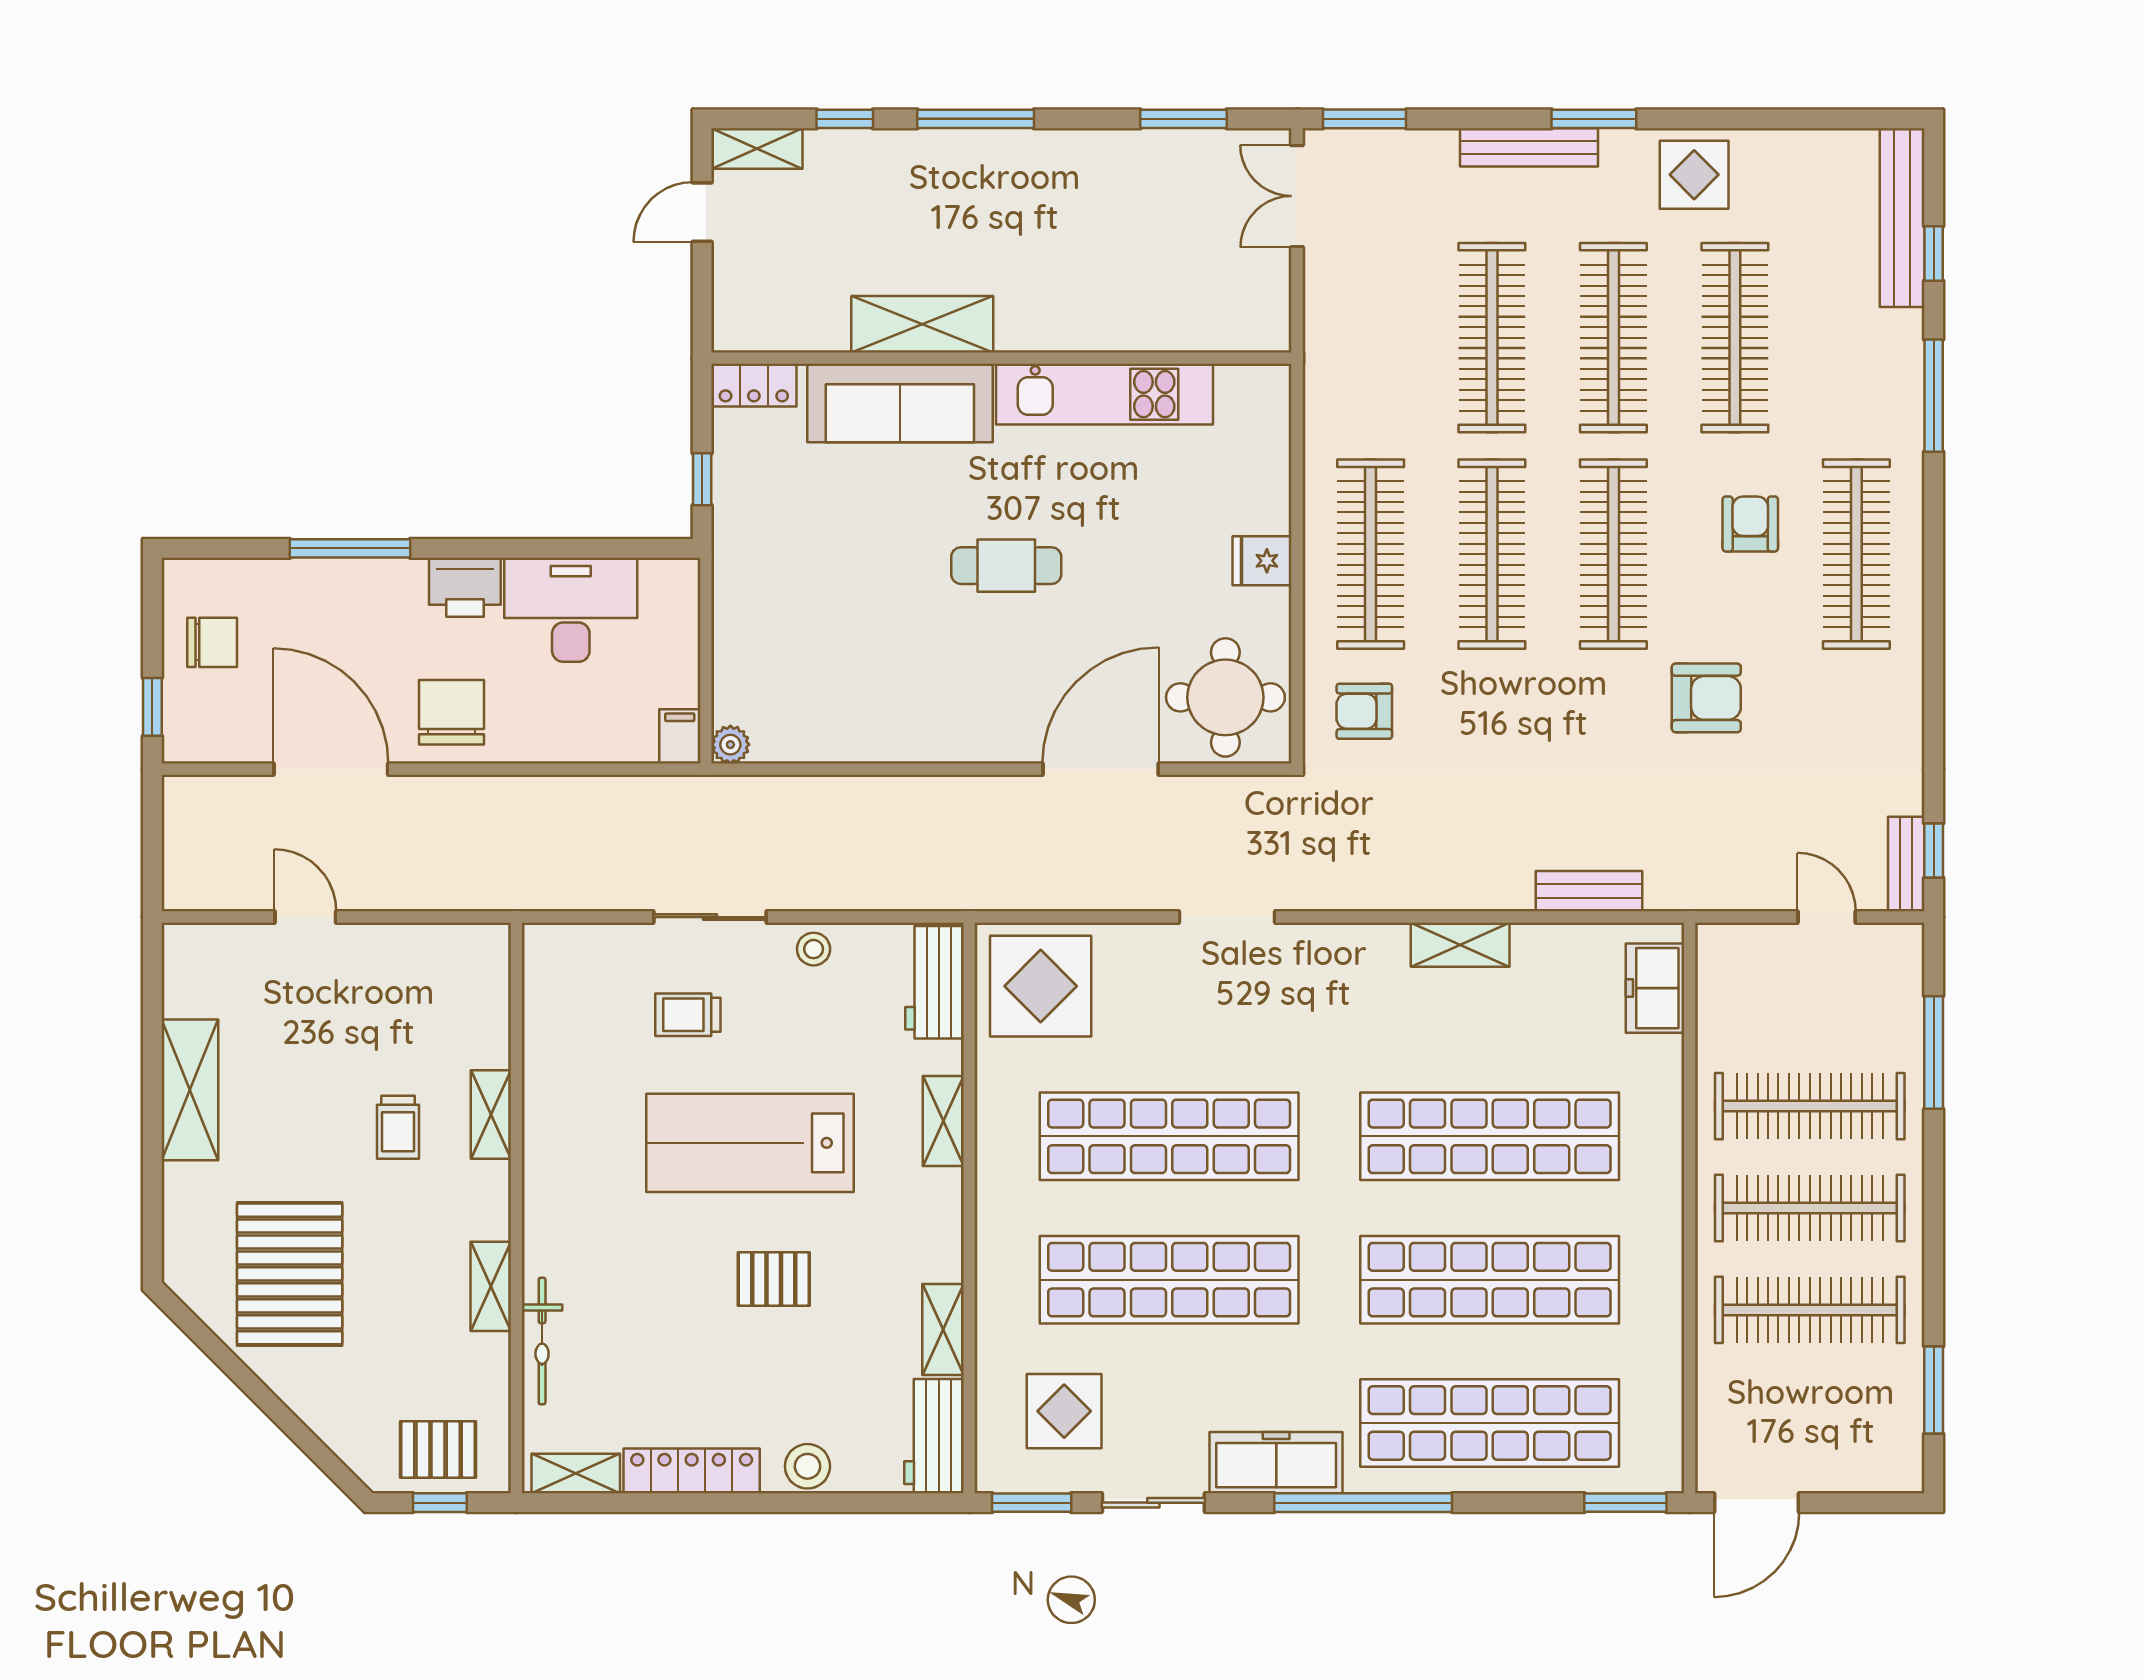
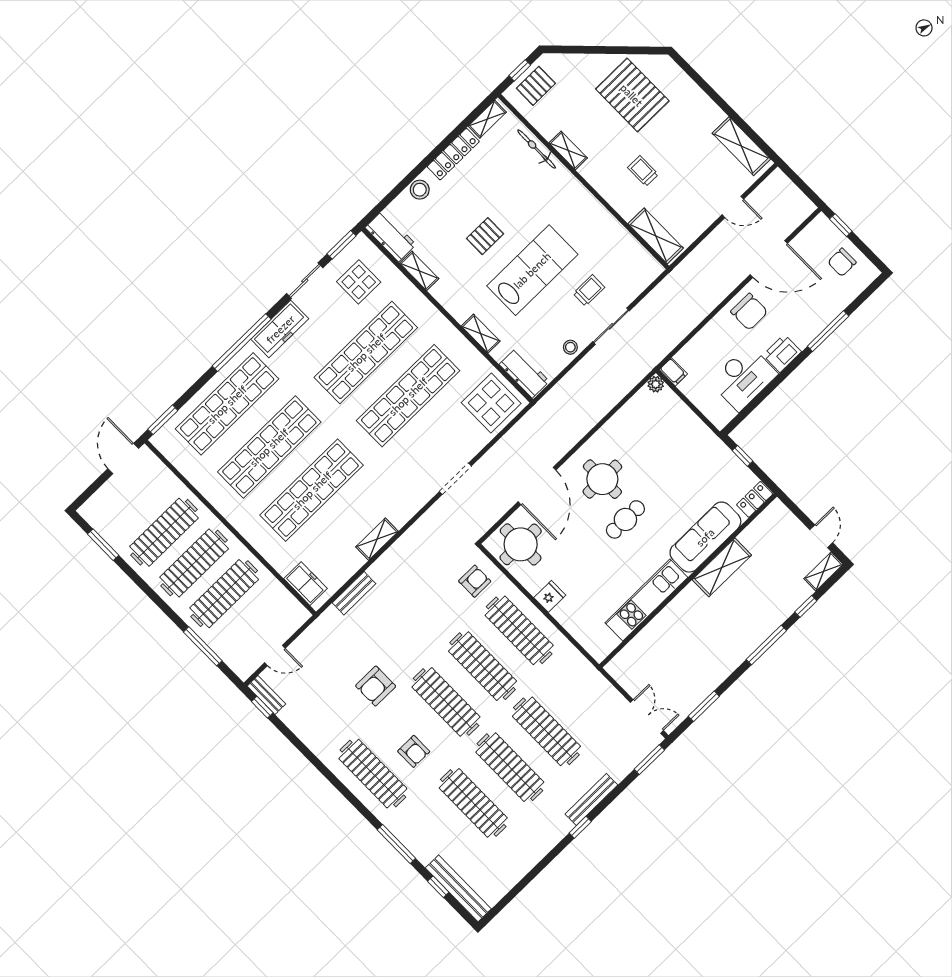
window: (1594, 119) -> (580, 827), width x0.67
display table: (1694, 175) -> (534, 840), removed
round table: (978, 672) -> (602, 479), added
shelving: (190, 1090) -> (741, 146), moved
shelving: (491, 1114) -> (656, 236), moved, width x1.50, depth x1.33

